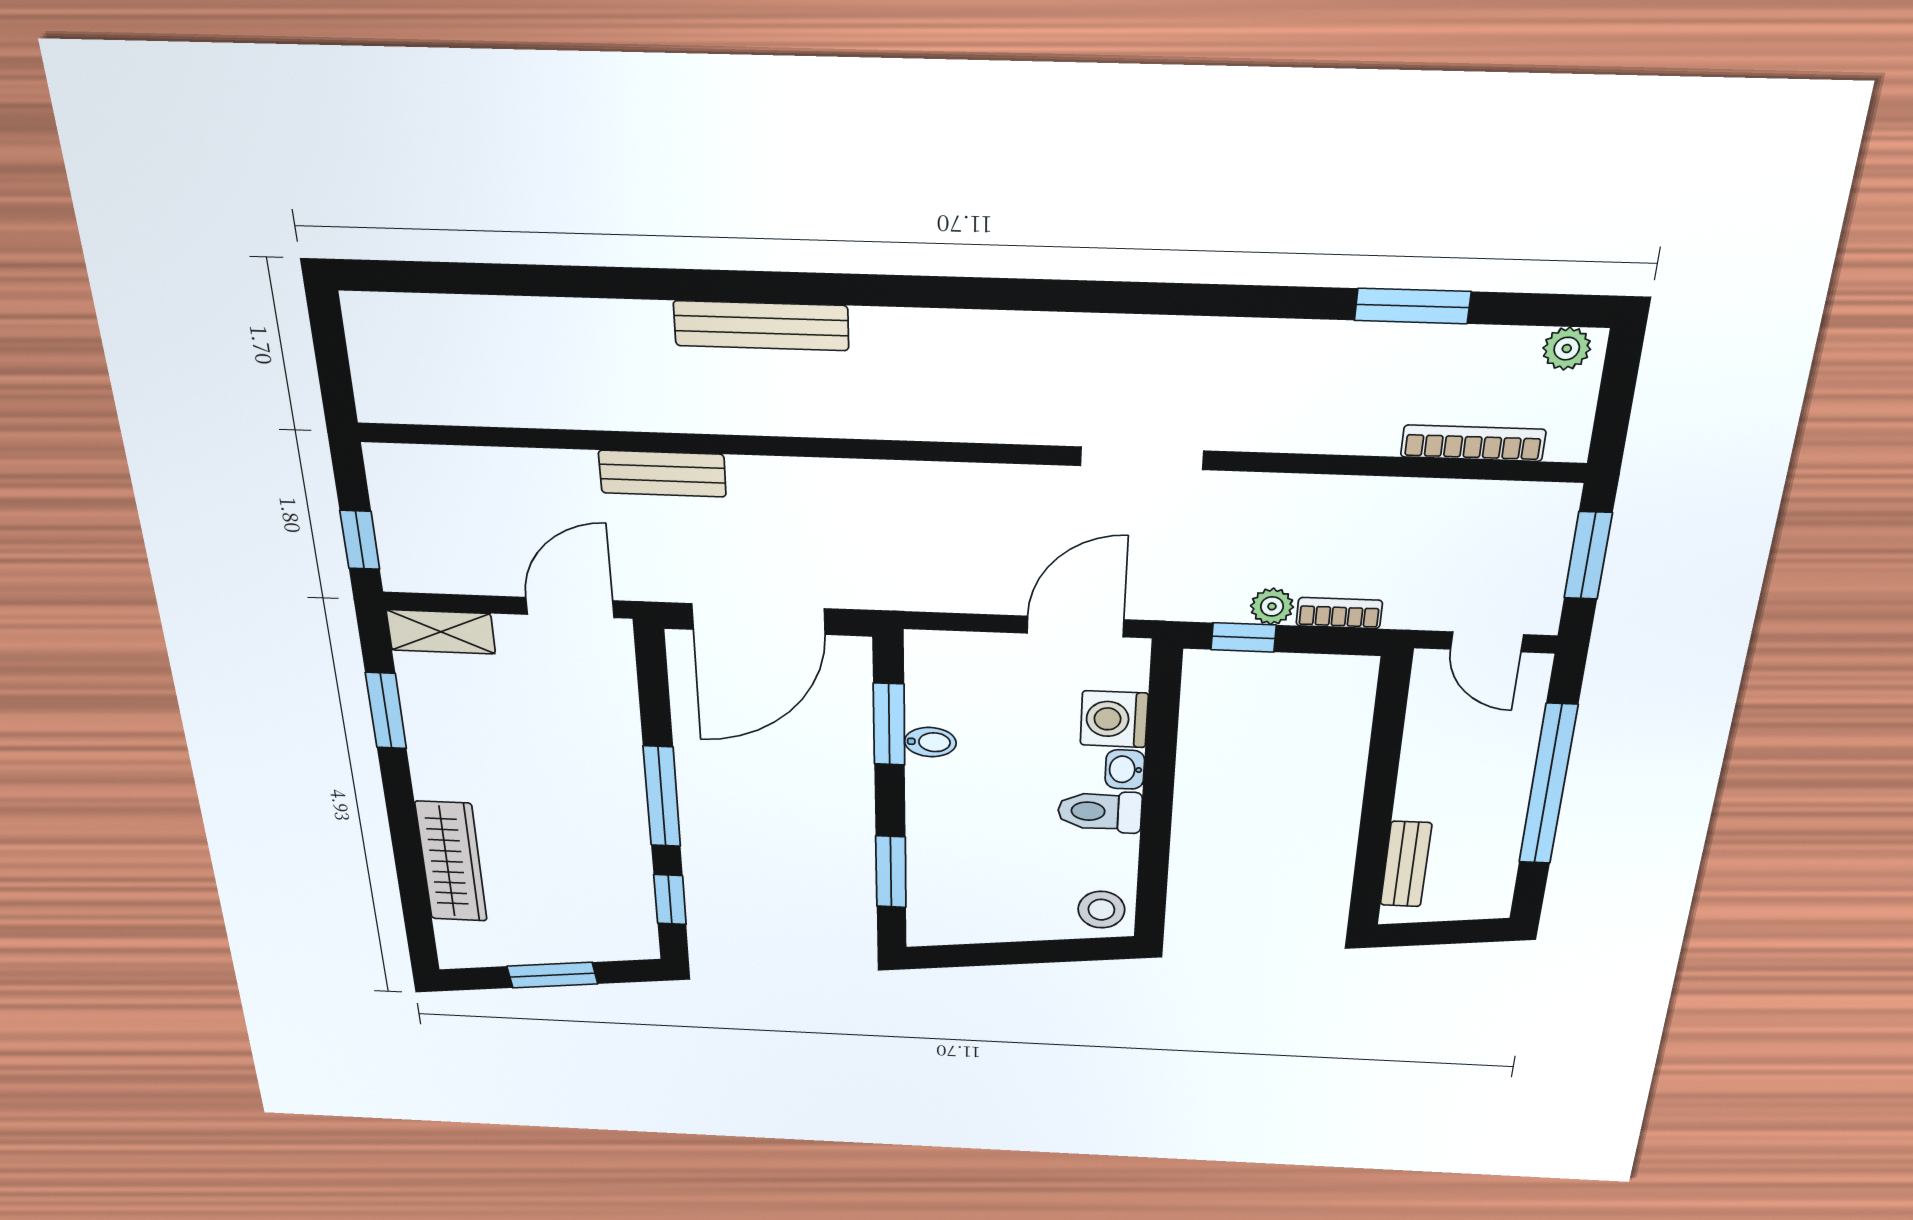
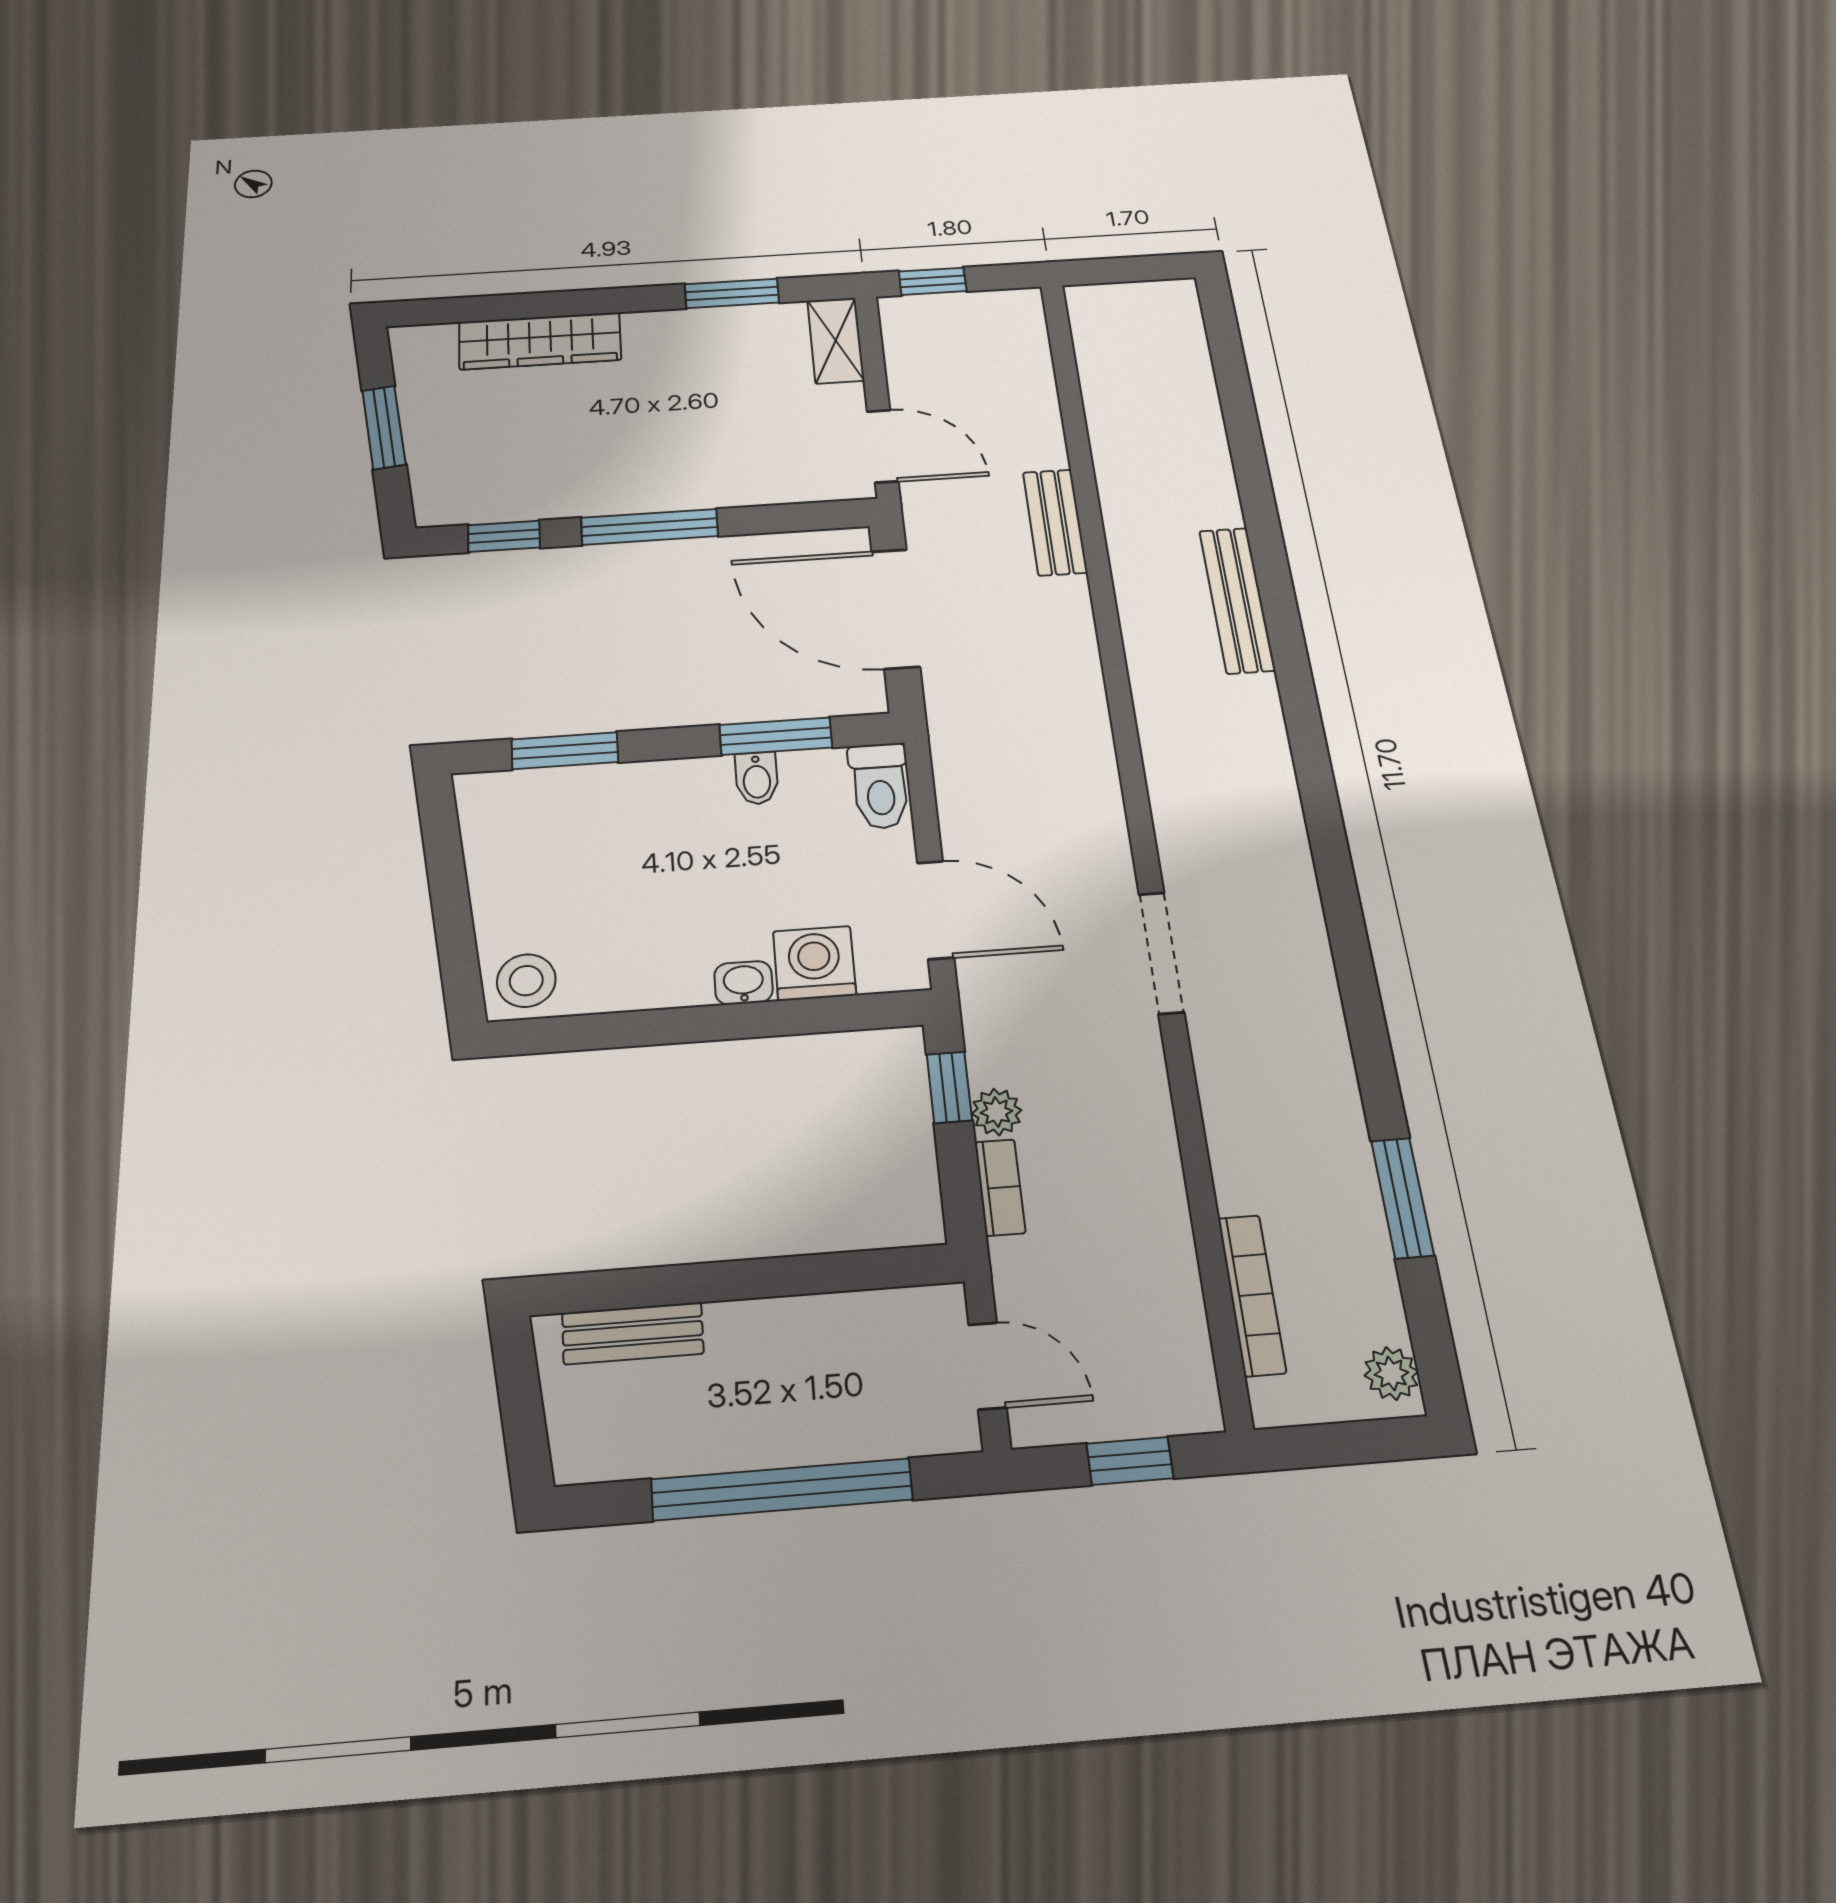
window: (1588, 556) -> (1130, 1461), width x0.67
door: (1487, 642) -> (987, 1366), swing flipped
toilet: (1100, 812) -> (880, 786), moved, turned 180

